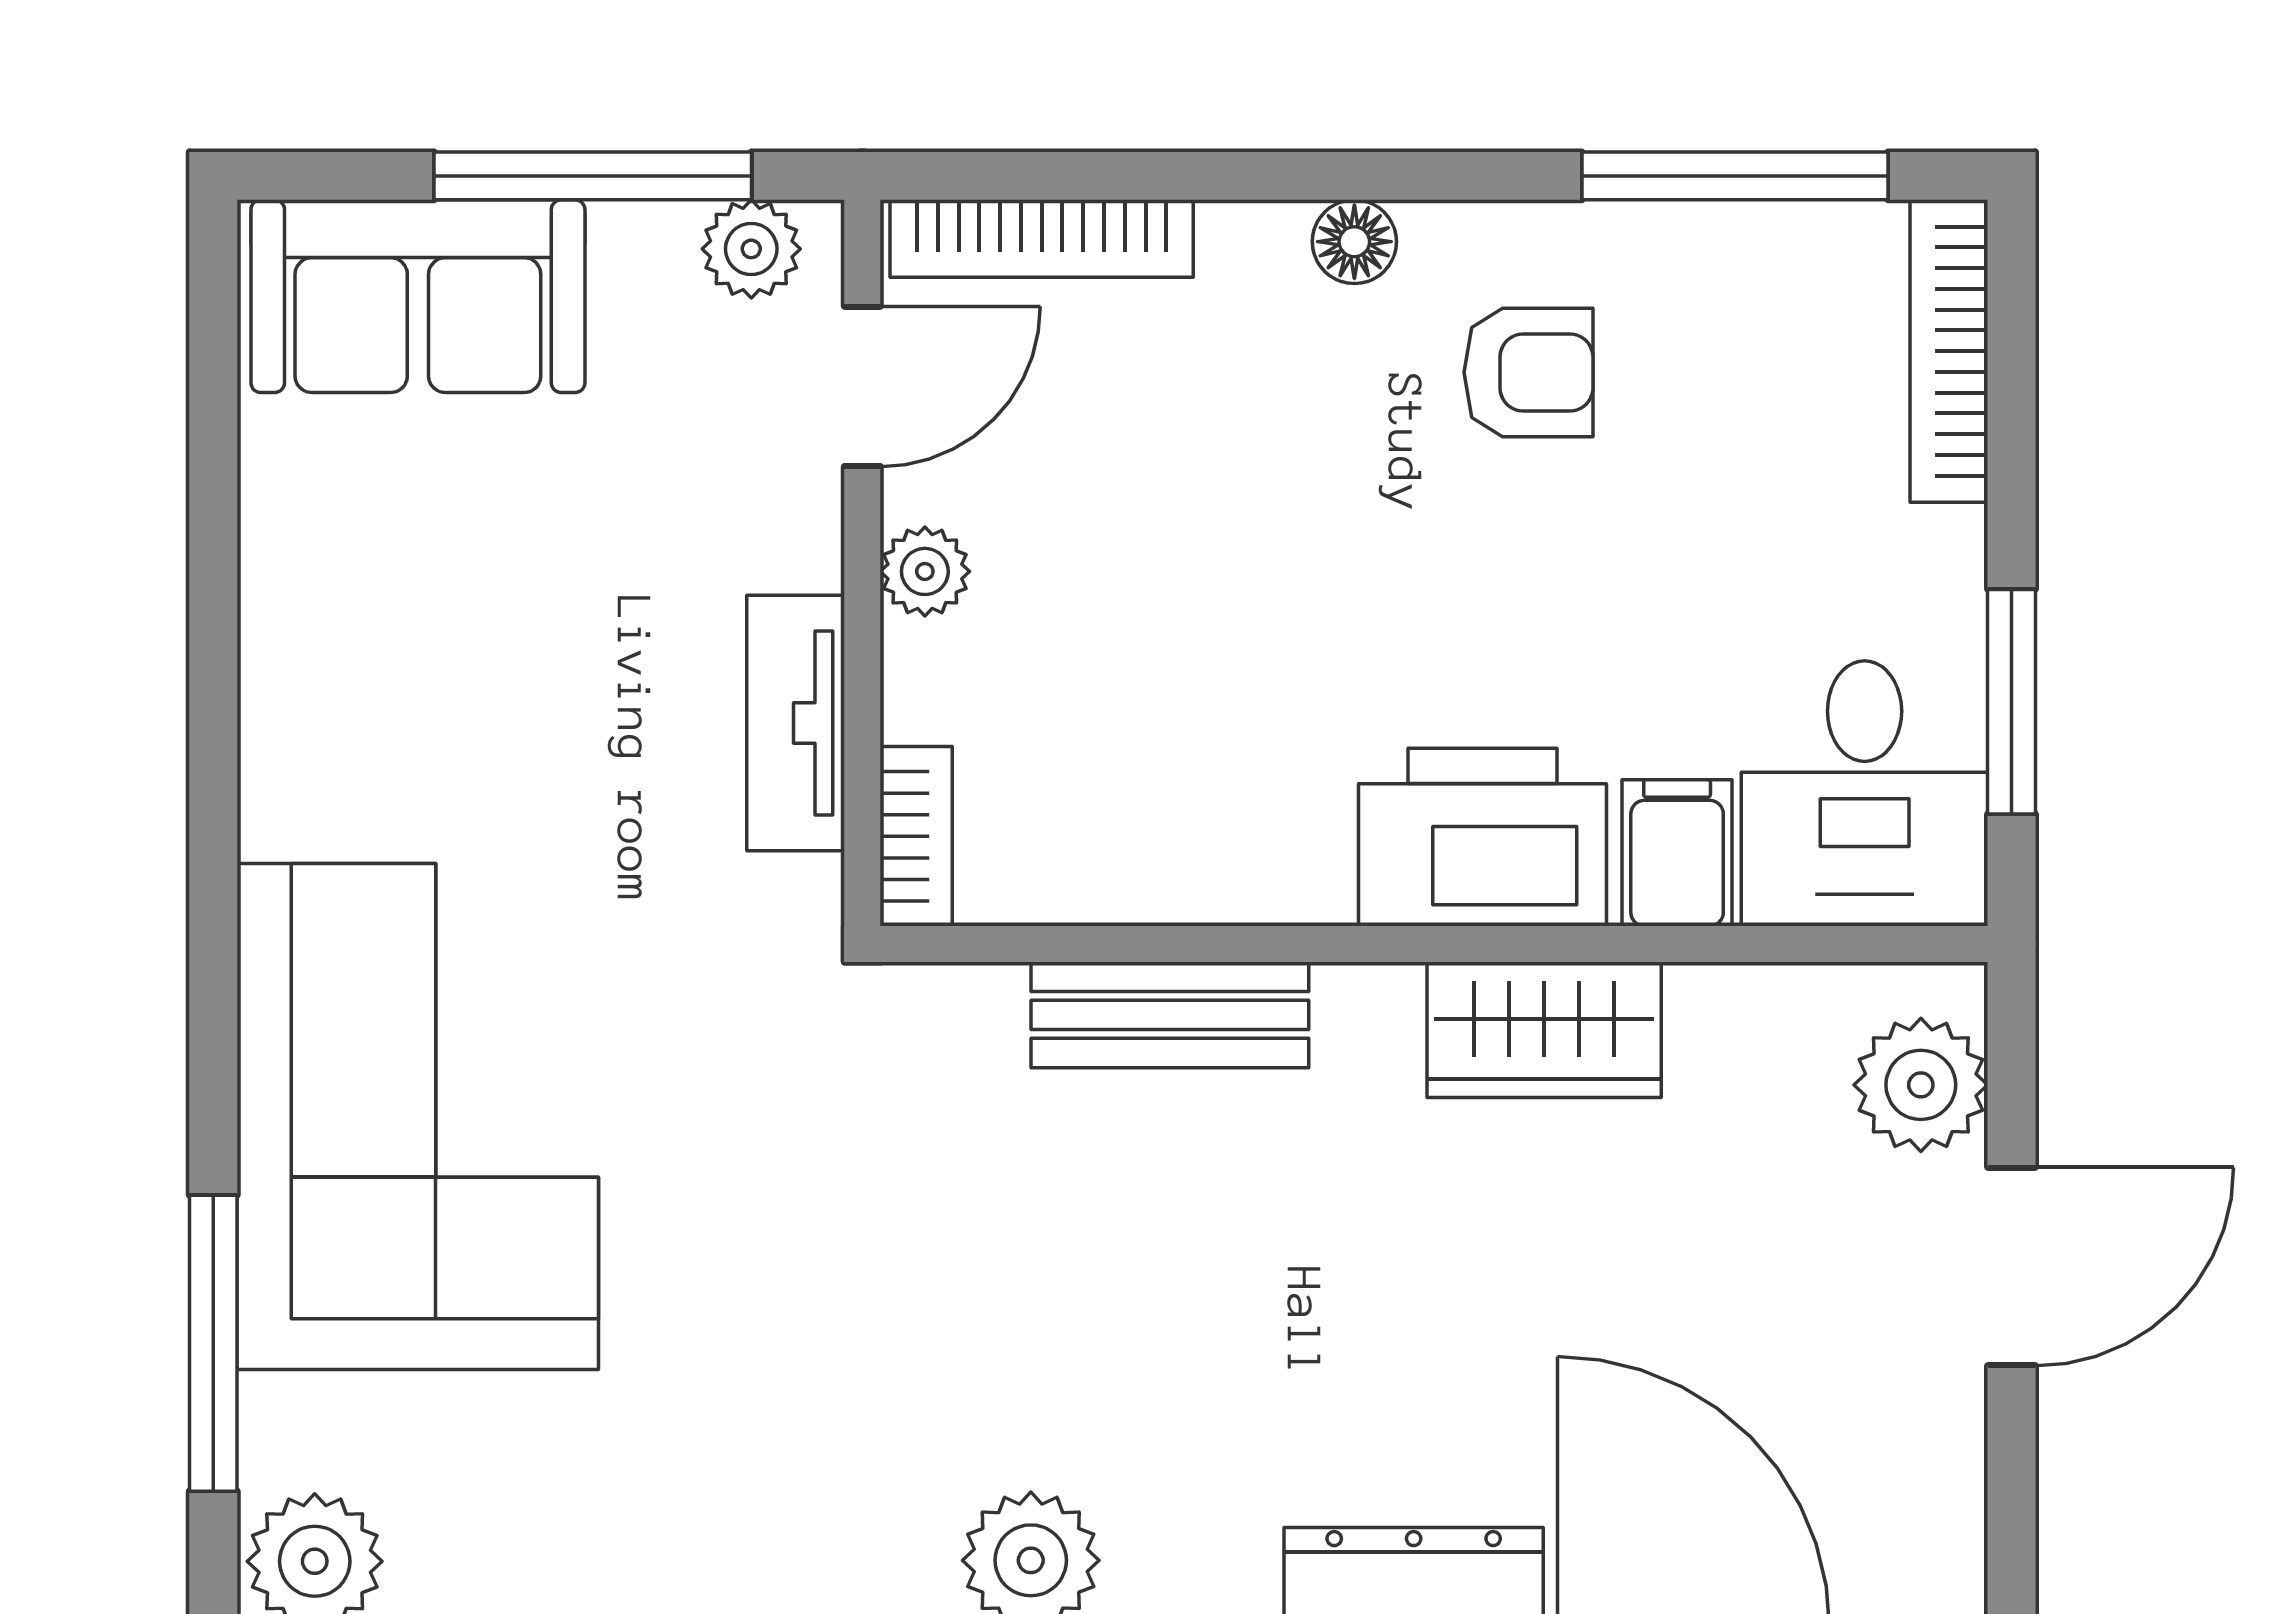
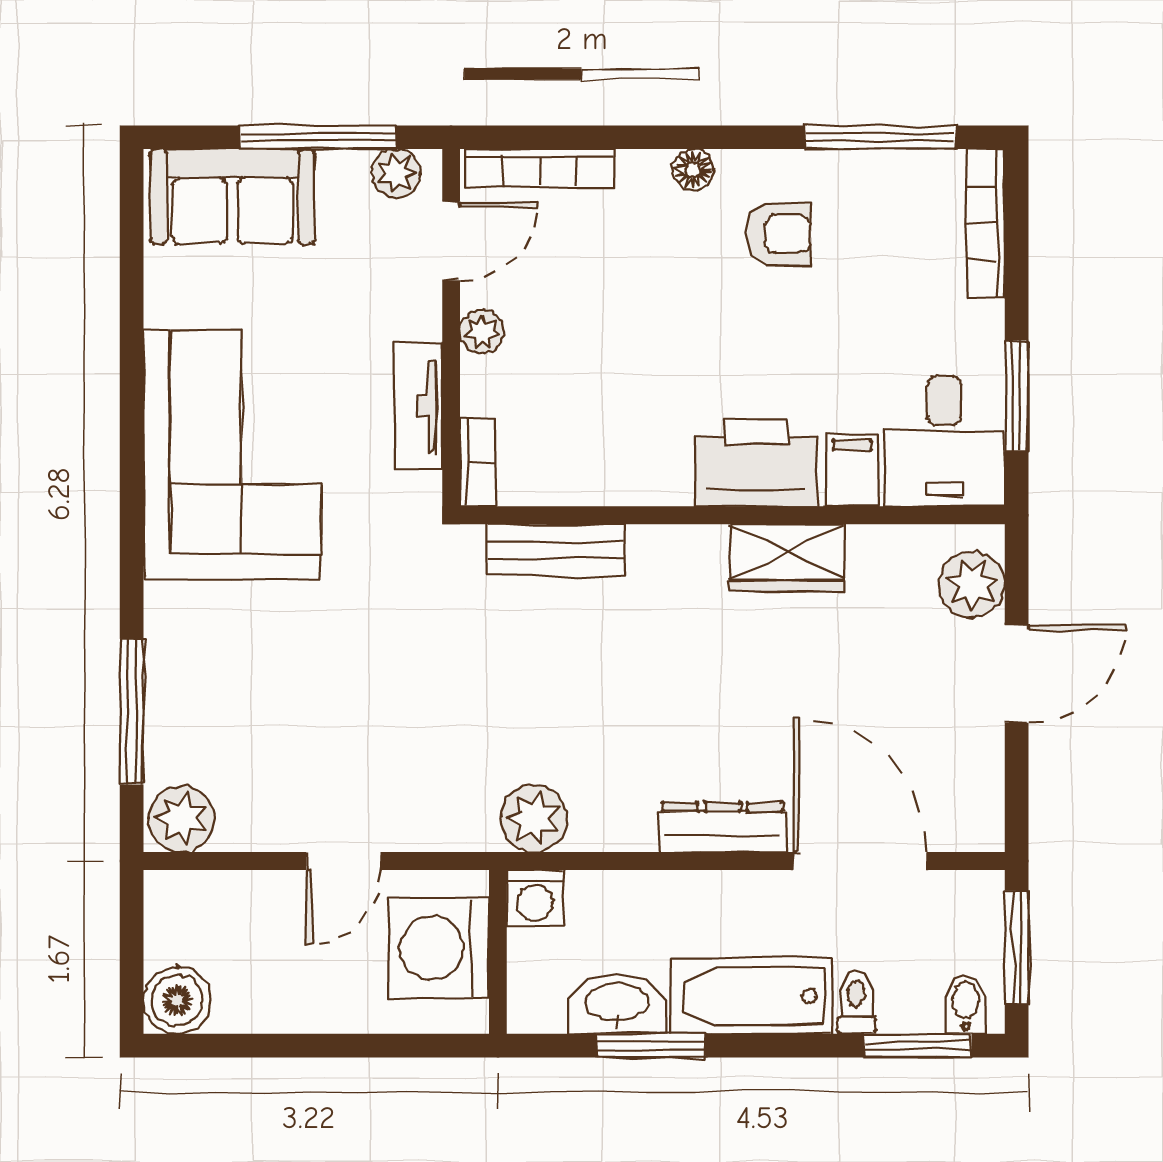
bench: (1170, 1015) -> (555, 550), moved
corner sofa: (418, 1116) -> (232, 454), moved

